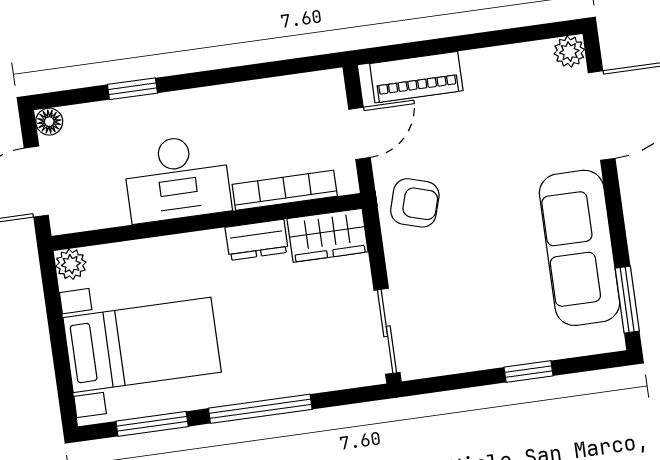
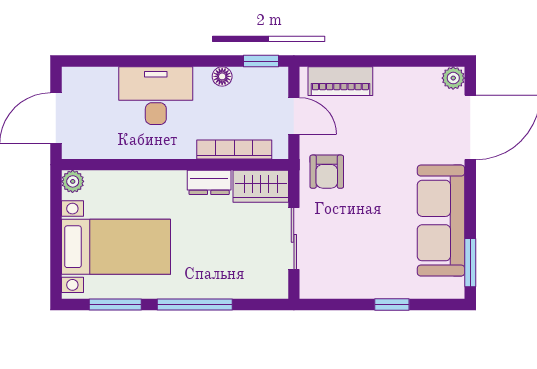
window: (132, 89) -> (261, 61), moved
floor lamp: (49, 122) -> (222, 76), moved
door: (360, 133) -> (294, 116), hinge flipped
desk: (177, 178) -> (156, 96), moved, turned 180
armchair: (415, 203) -> (327, 172), turned 73
sliding door: (387, 331) -> (294, 238), moved

